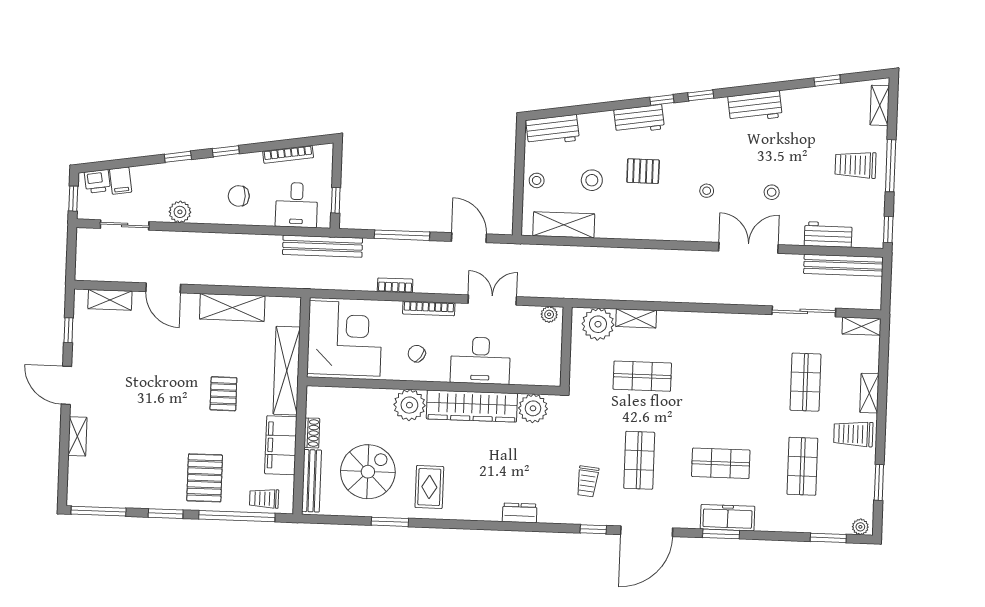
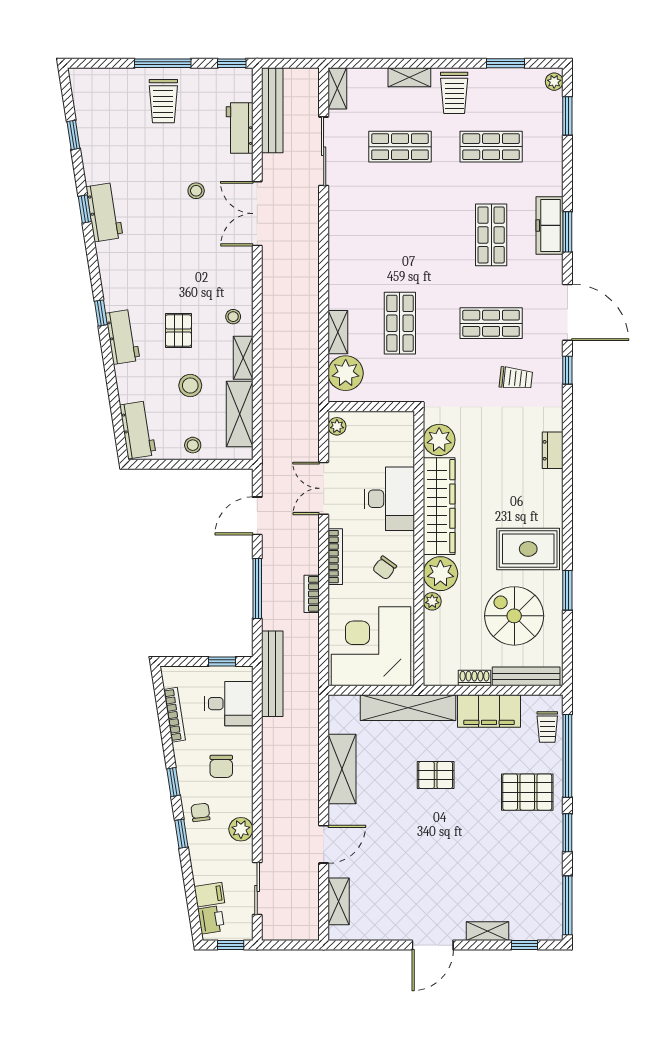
window: (701, 95) -> (85, 209), moved
shelving: (880, 105) -> (243, 358), moved, turned 90
chair: (197, 175) -> (200, 812), added
stool: (707, 191) -> (233, 317), moved
window: (68, 330) -> (524, 945), moved
plant: (384, 396) -> (432, 601), added
rug: (429, 487) -> (528, 549), width x1.36, depth x1.43

